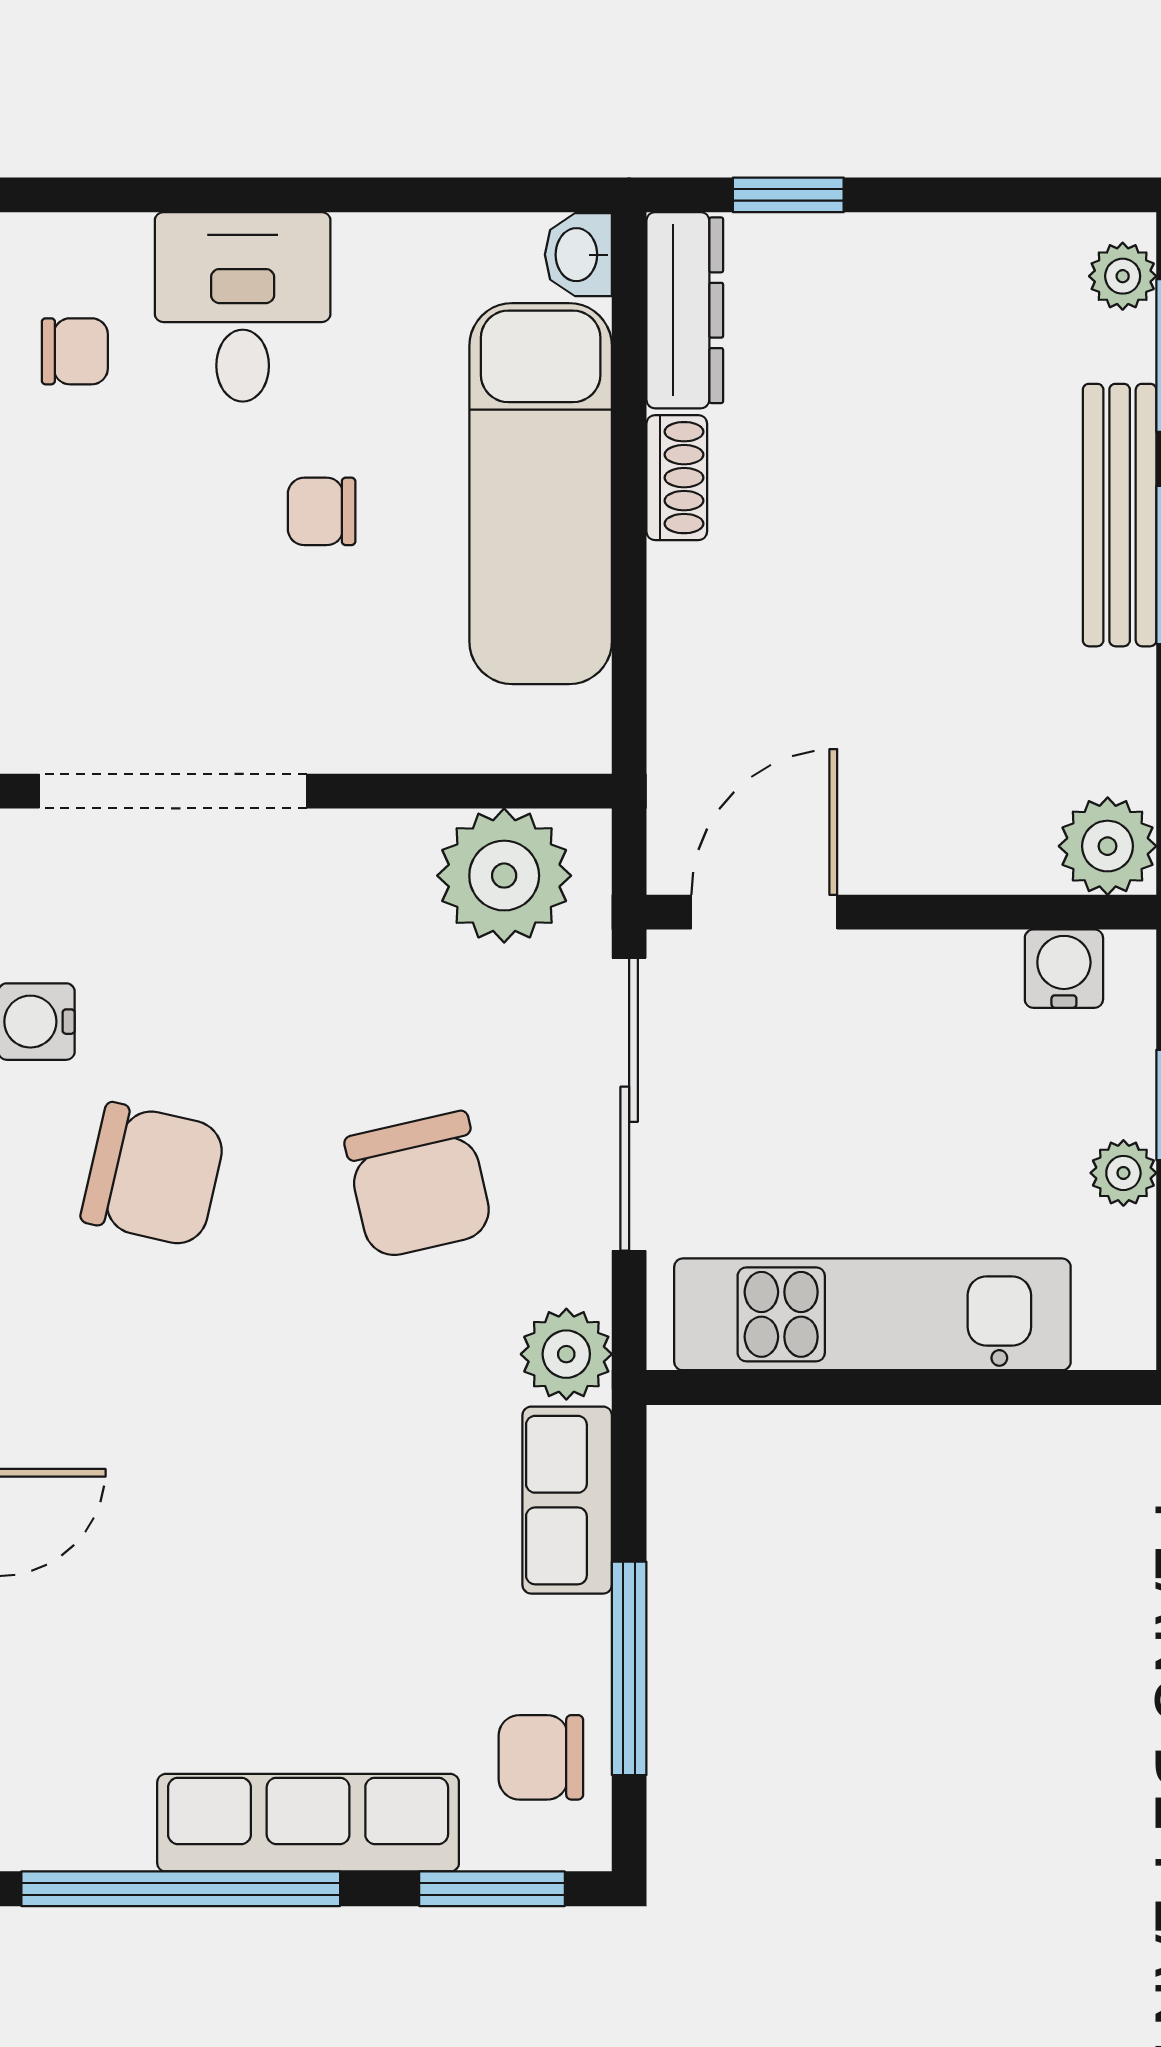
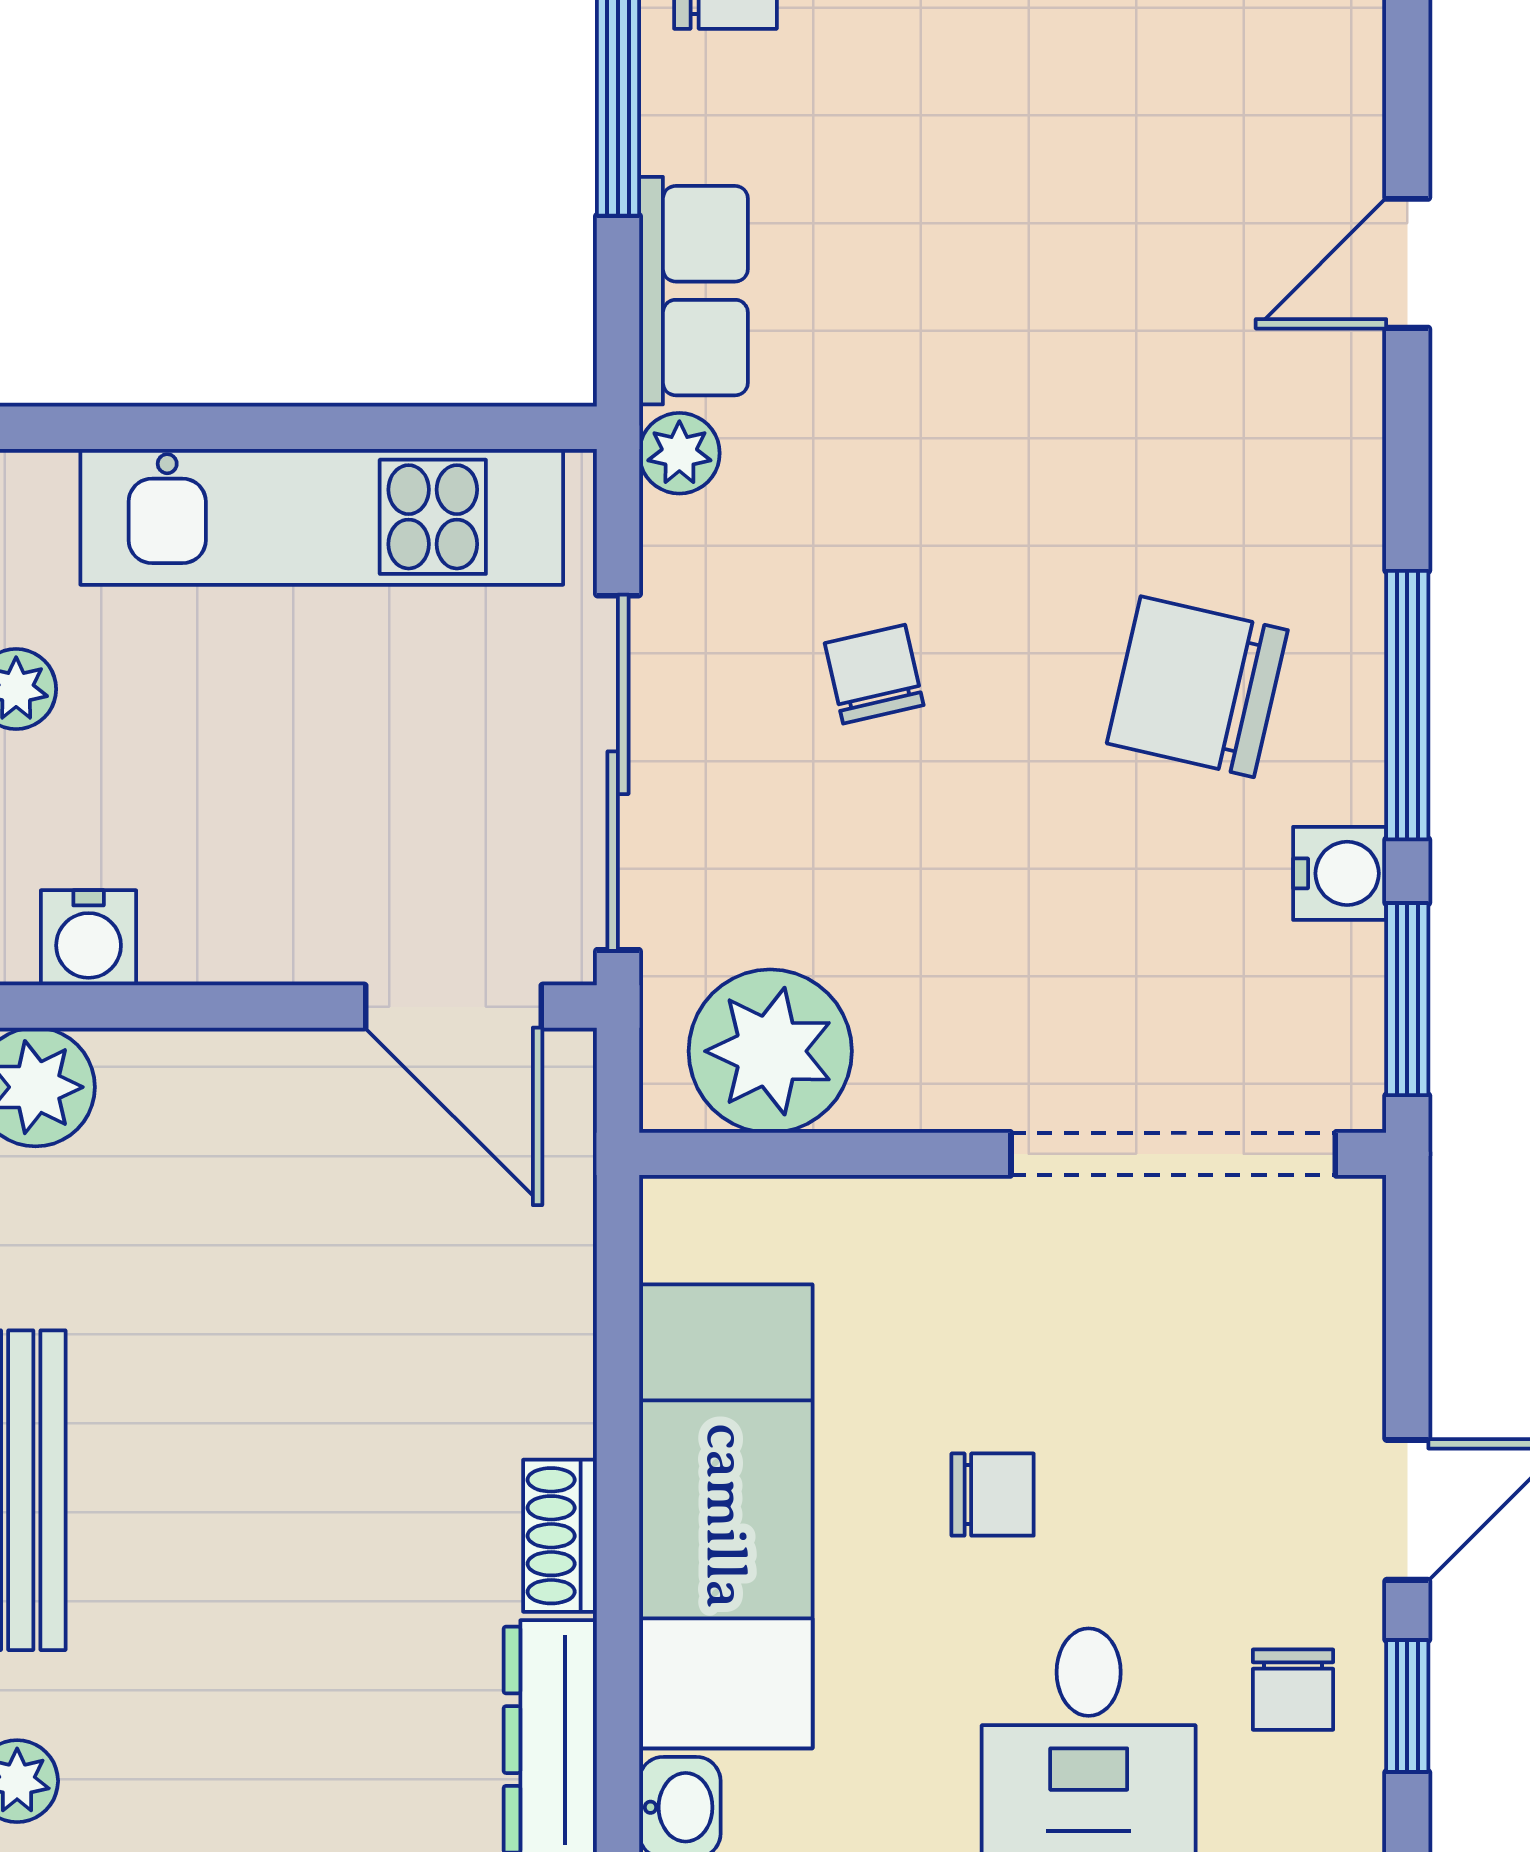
chair: (75, 351) -> (1293, 1690), turned -90
door: (764, 912) -> (453, 1007), hinge flipped
chair: (419, 1185) -> (874, 674), width x0.54, depth x0.54
plant: (566, 1354) -> (679, 453), width x0.73, depth x0.73

